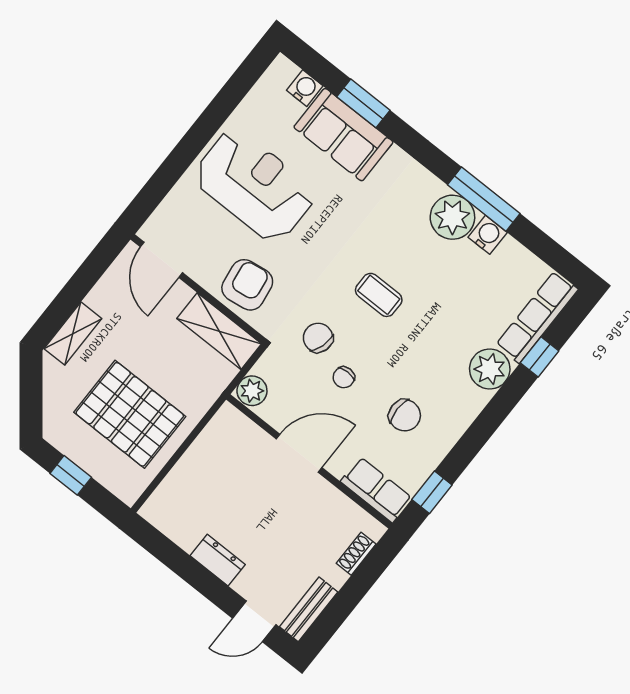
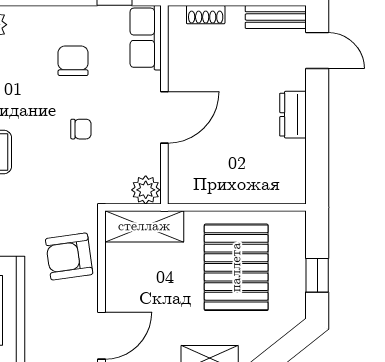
shelving: (219, 331) -> (144, 226), moved, turned 90
chair: (318, 338) -> (67, 172), removed
door: (299, 453) -> (164, 117), swing flipped

